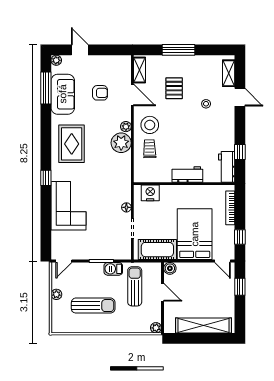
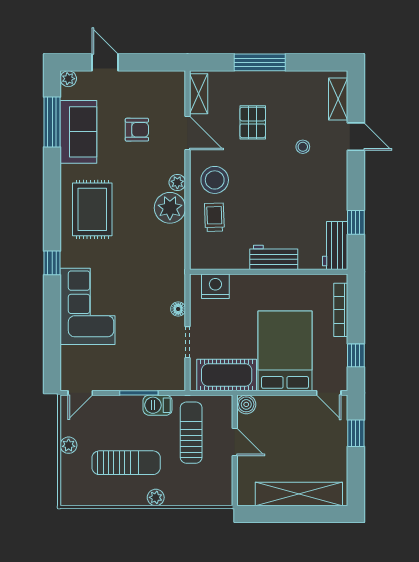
plant: (156, 328) -> (156, 497), moved

